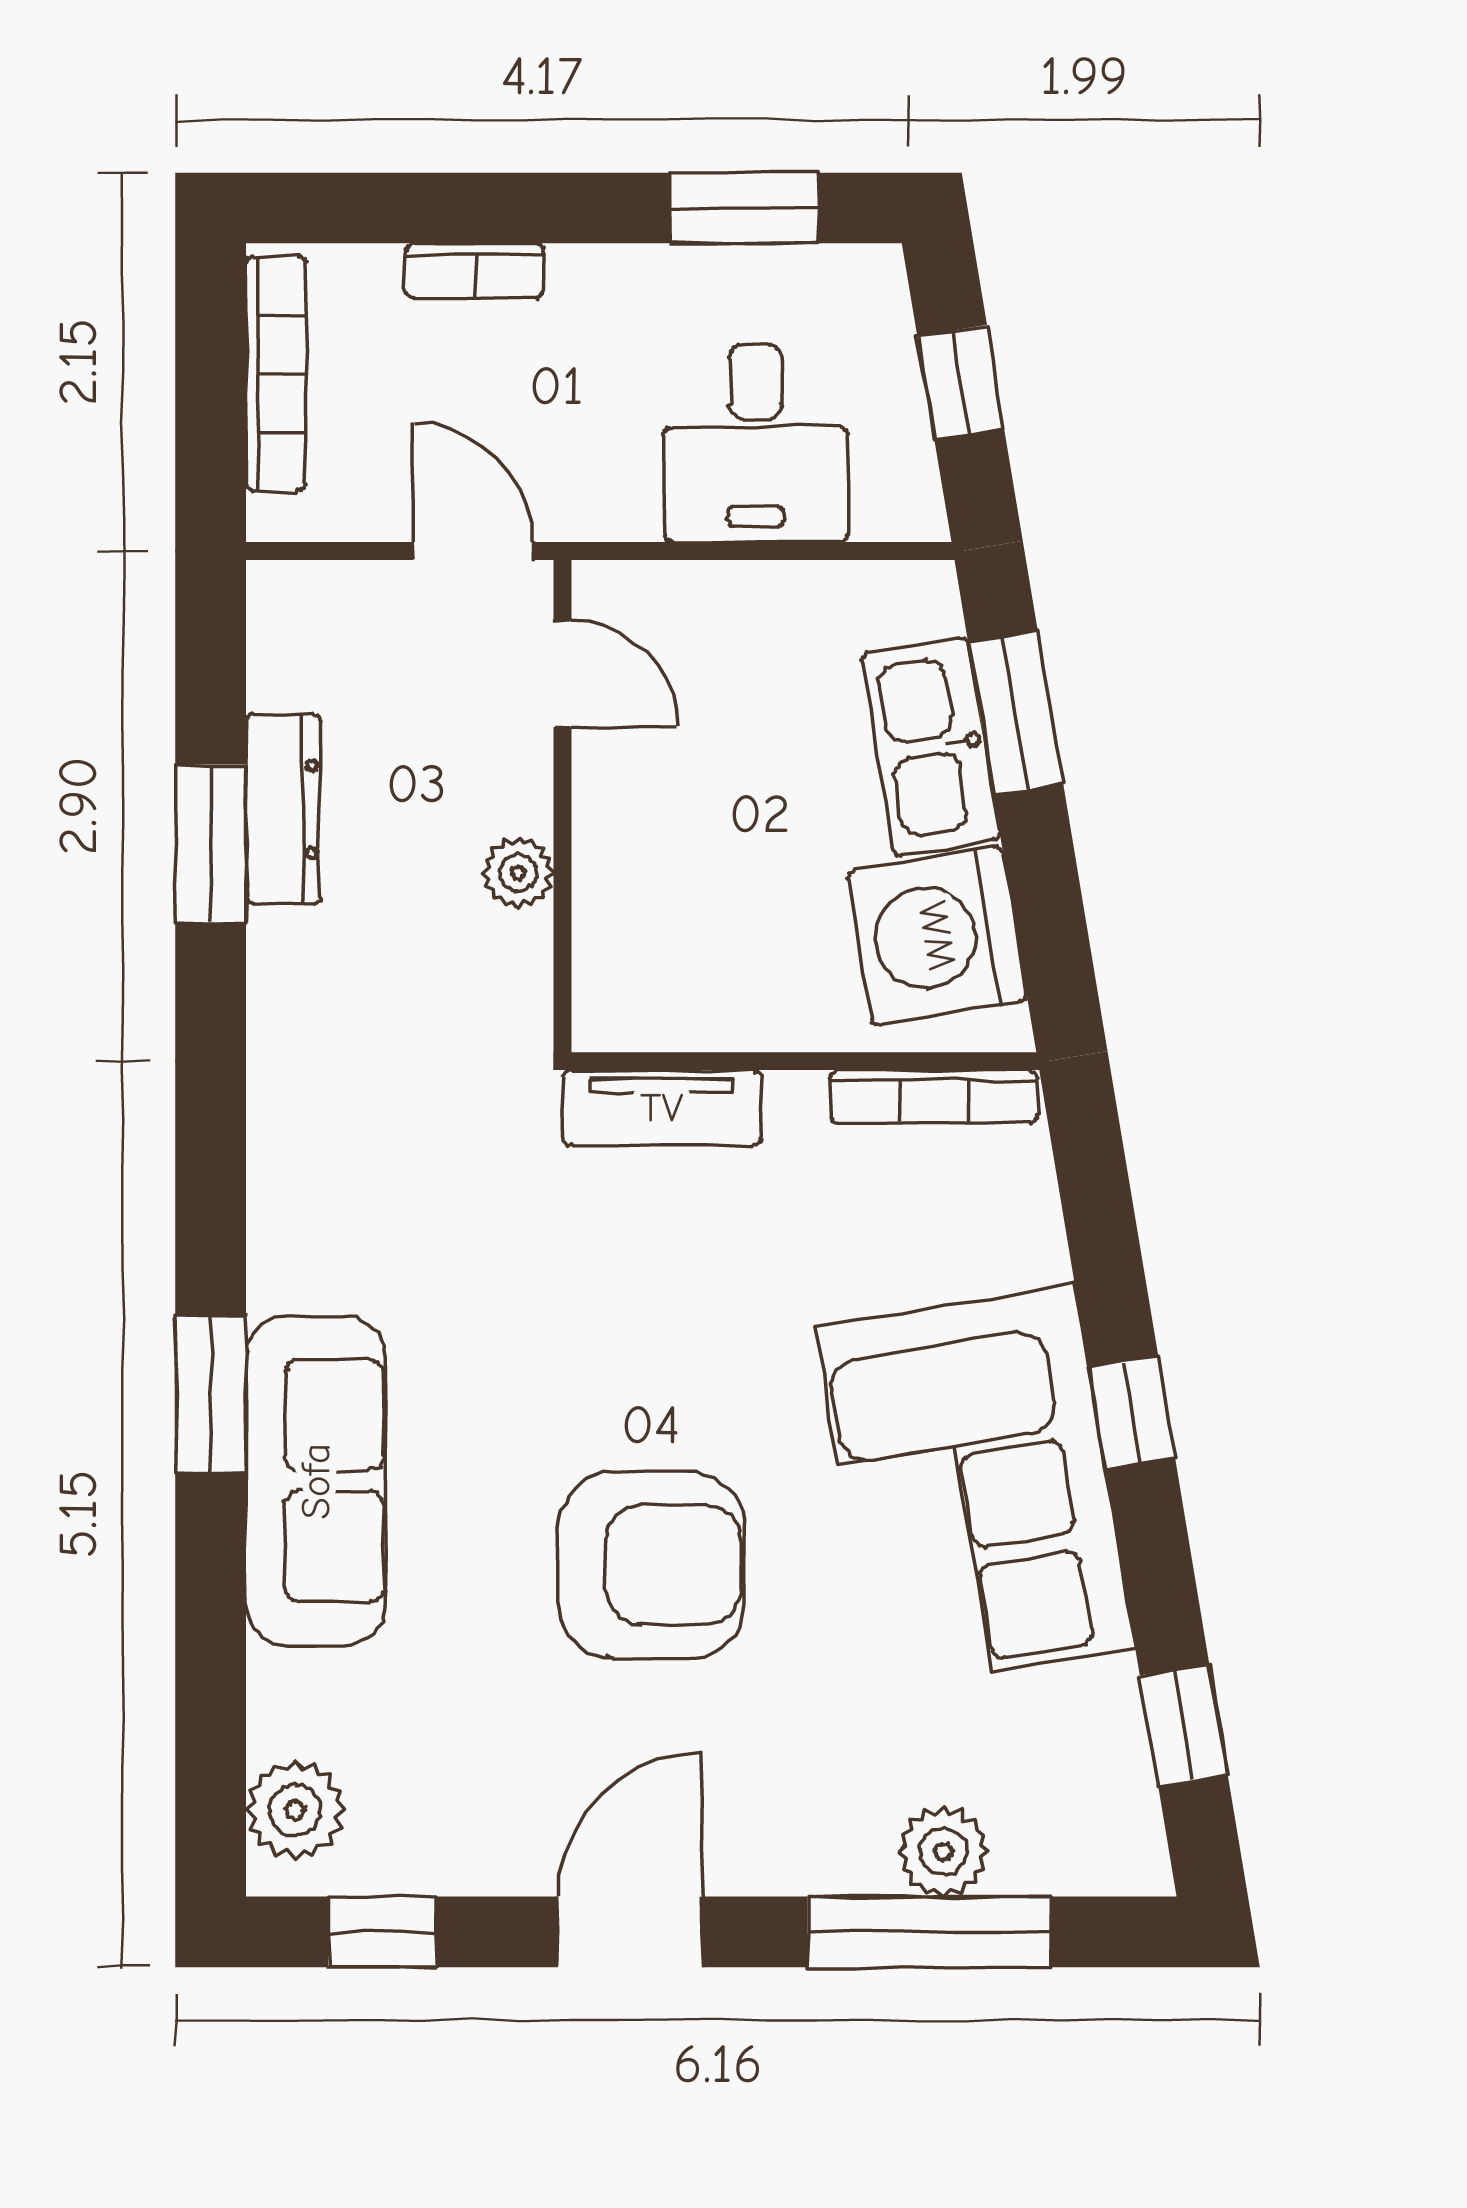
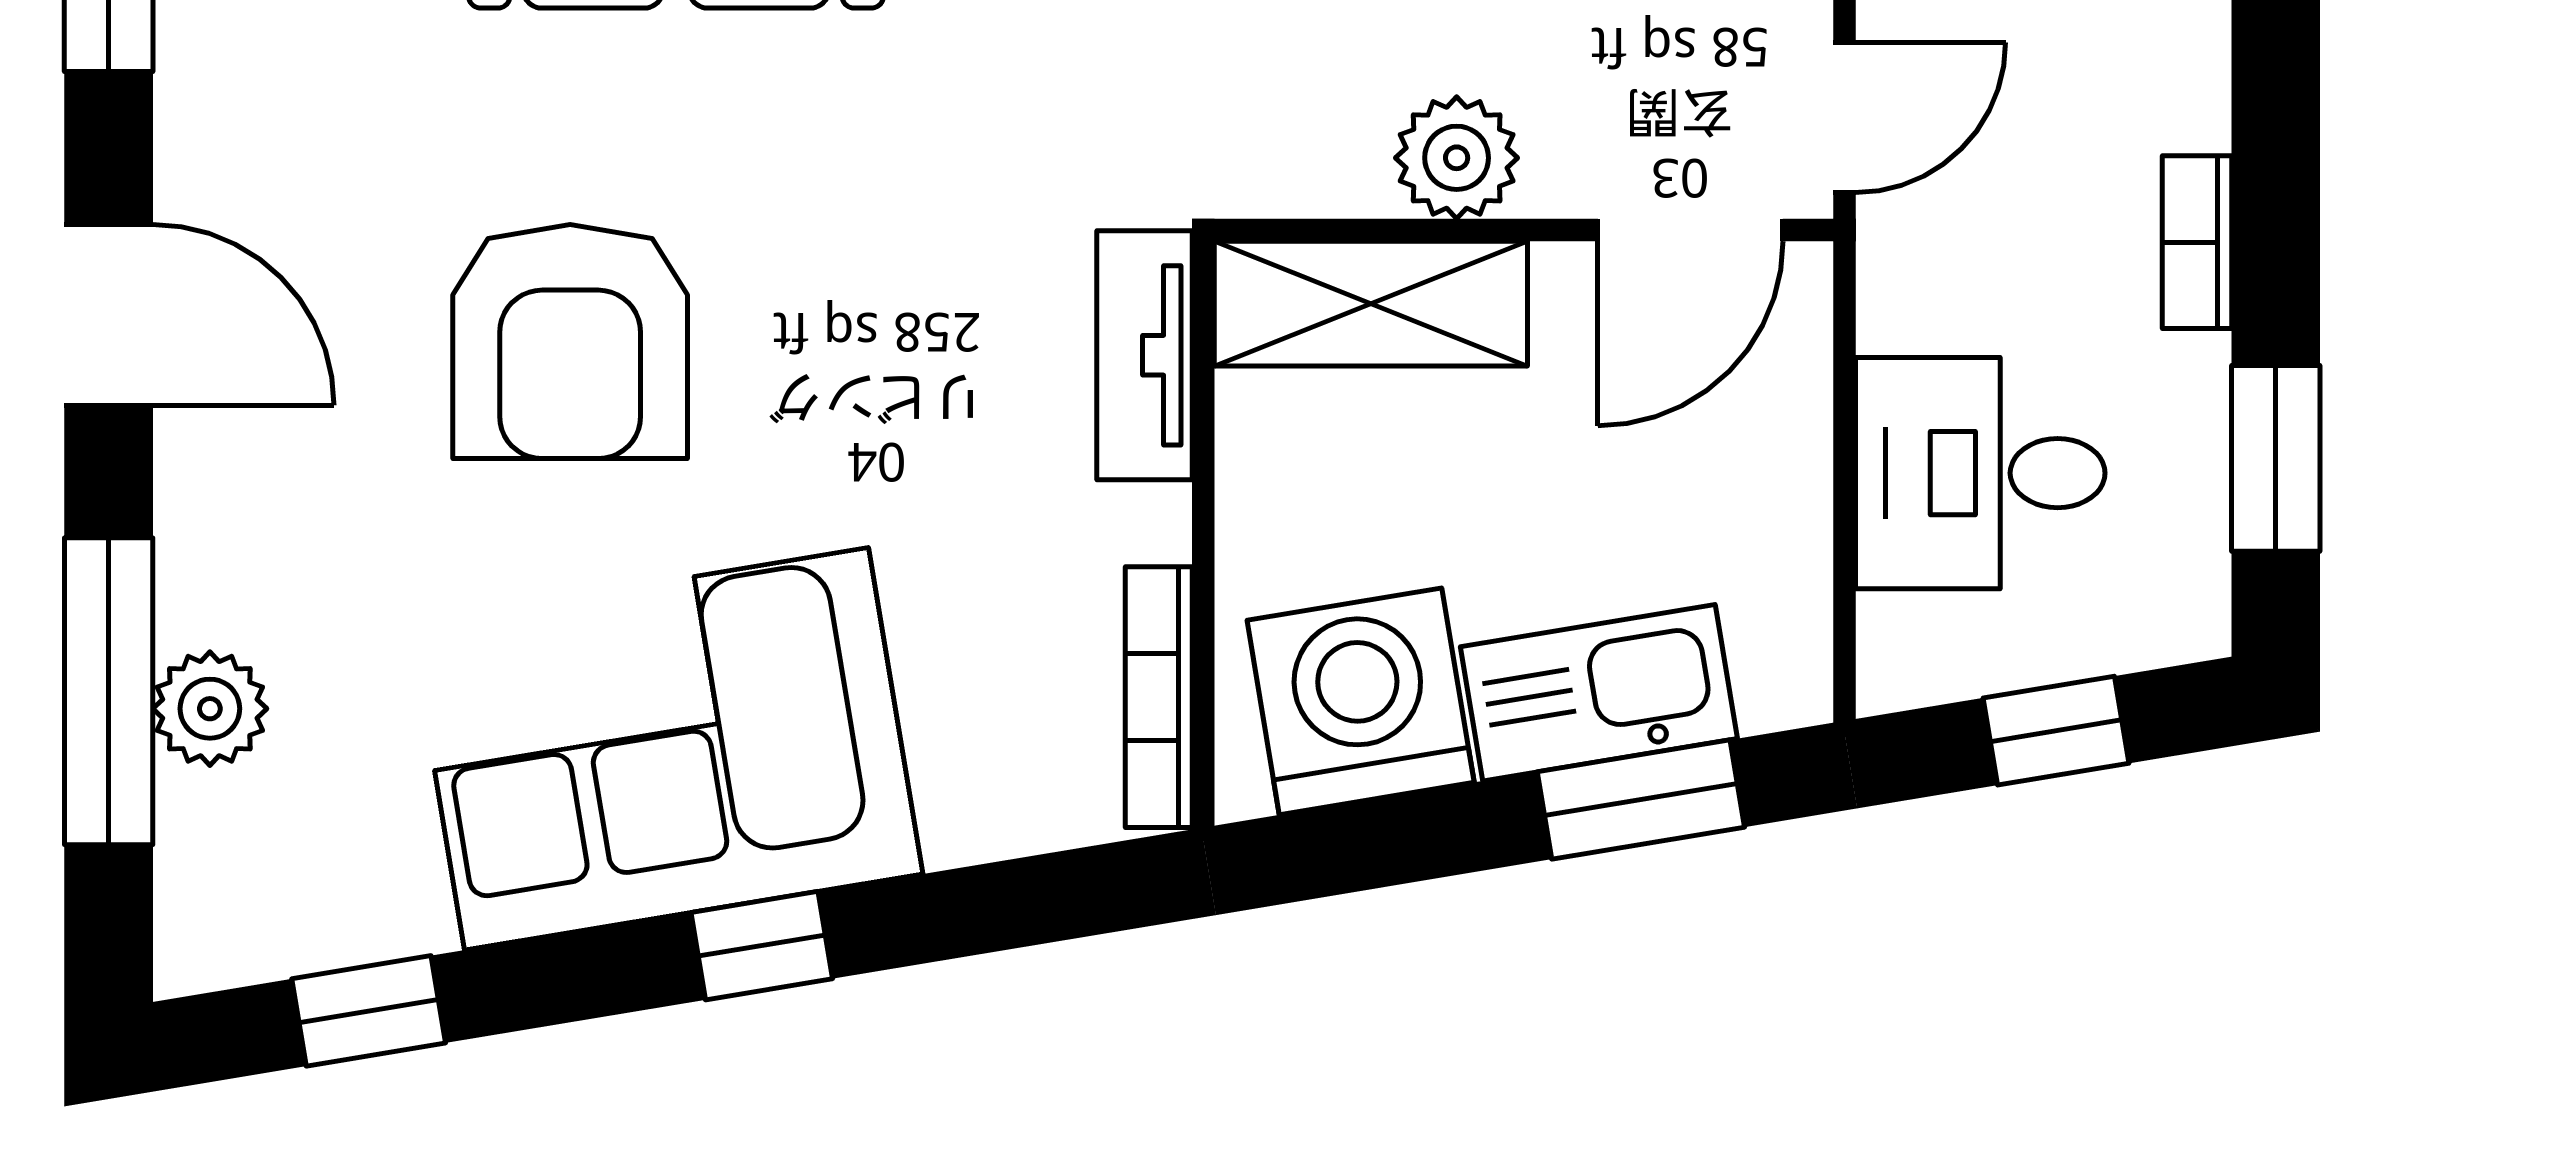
bookcase: (475, 271) -> (2197, 242), moved
door: (562, 674) -> (1690, 230), width x1.38
plant: (518, 873) -> (1457, 158), width x1.38, depth x1.38
shelving: (621, 928) -> (1371, 304), added

